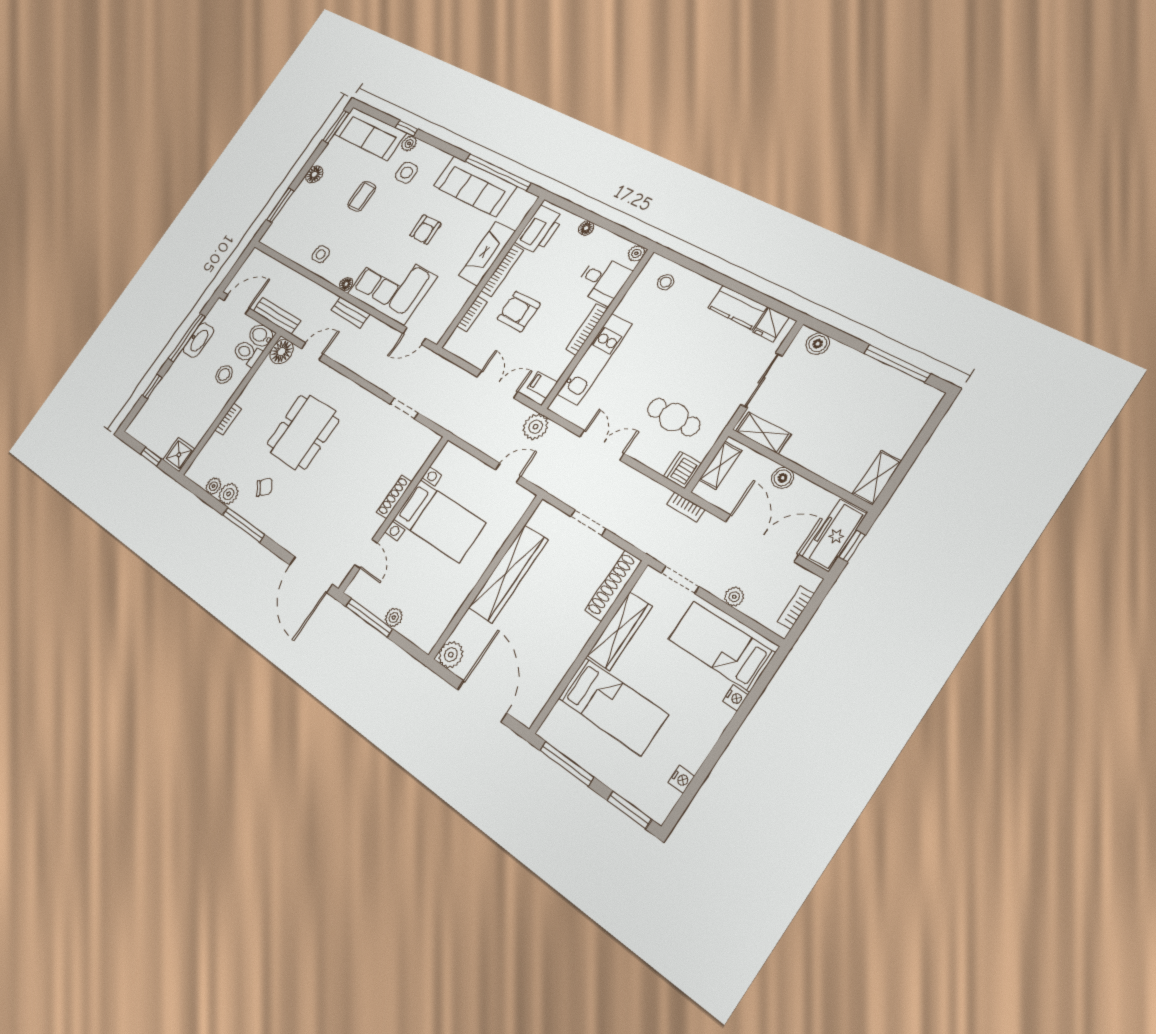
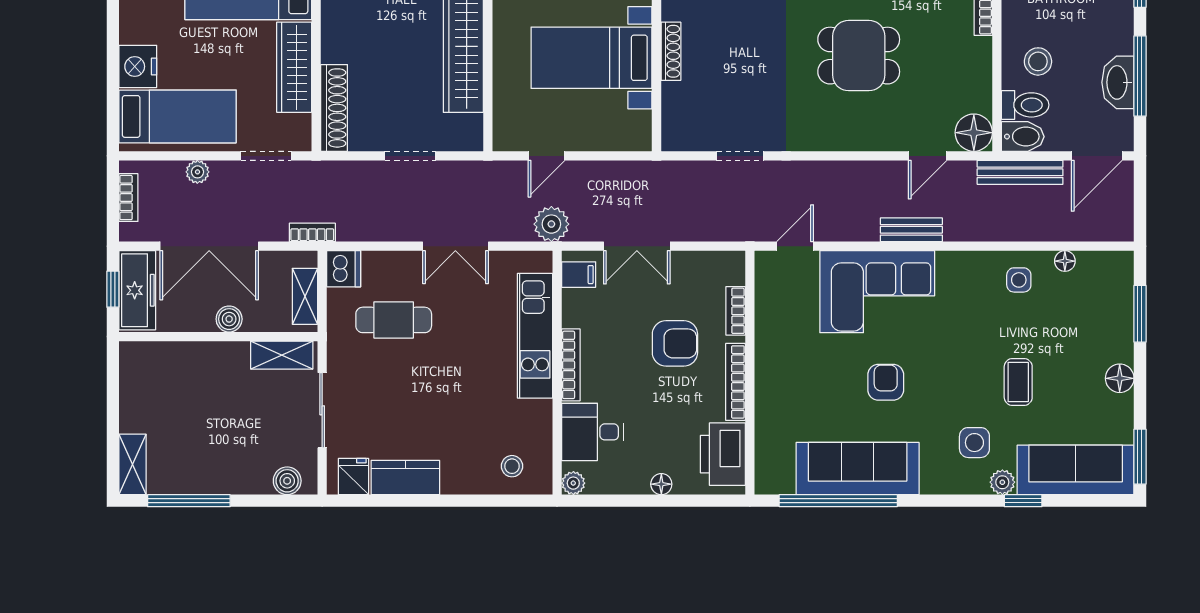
fireplace: (487, 253) -> (773, 393), removed
floor lamp: (346, 284) -> (1065, 261), moved
dining table: (303, 432) -> (859, 56), width x0.73
shelving: (877, 478) -> (132, 464), moved
nightstand: (735, 698) -> (138, 66), width x1.89, depth x1.79

